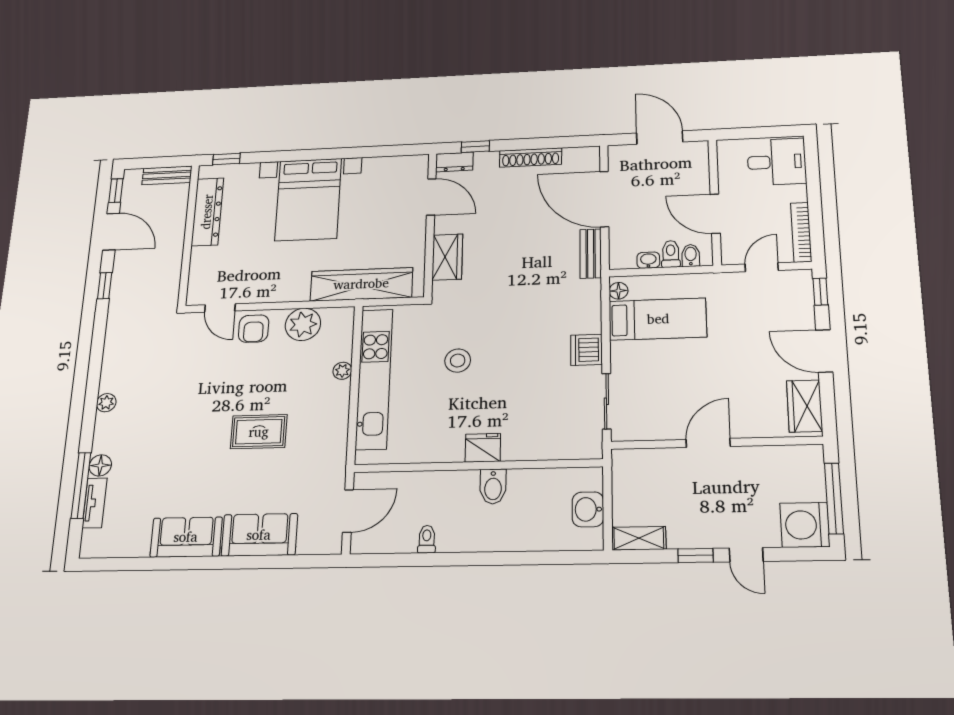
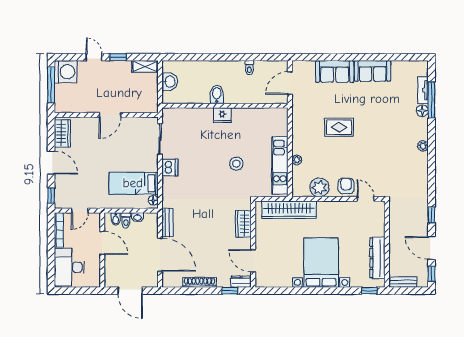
desk: (777, 162) -> (69, 267), width x1.37
kitchen unit: (374, 379) -> (280, 165), width x0.73

